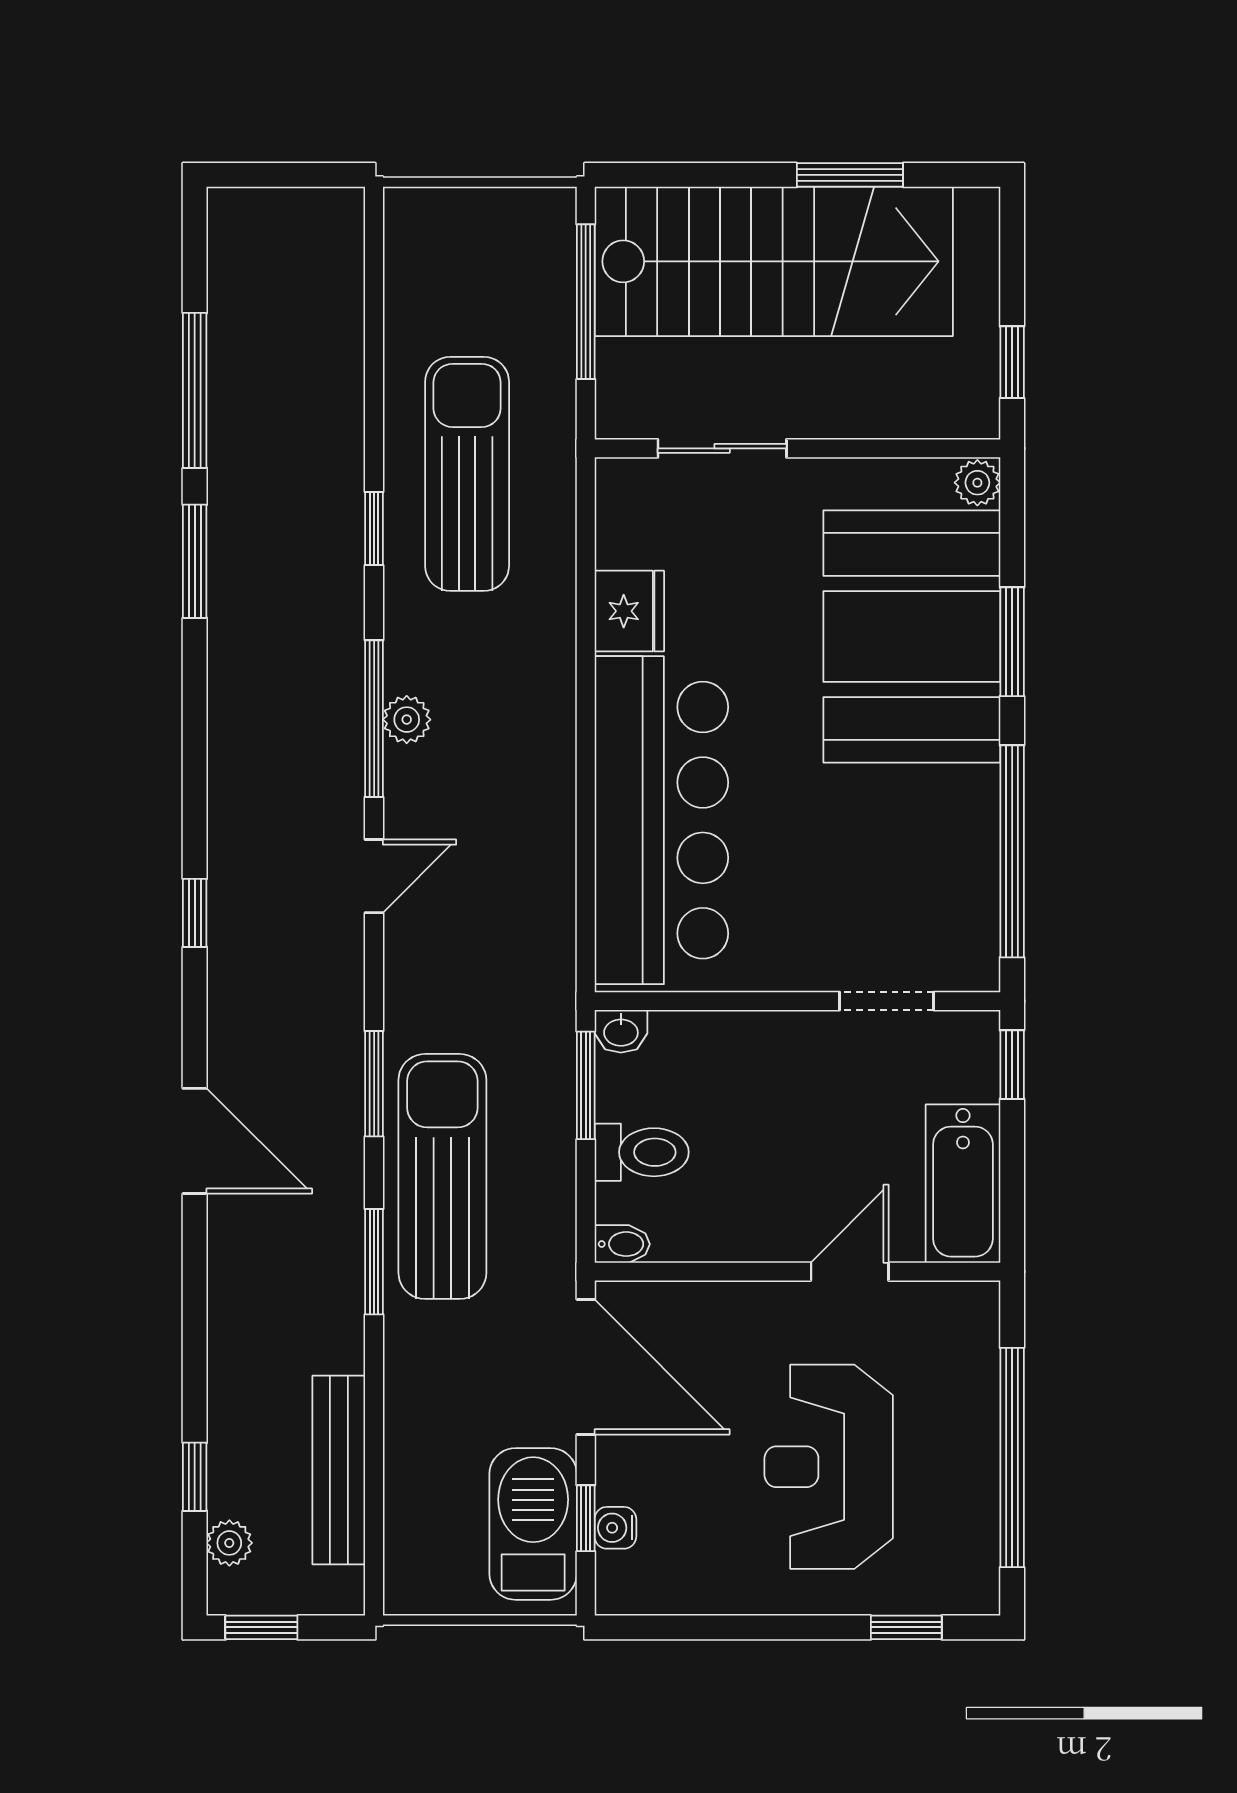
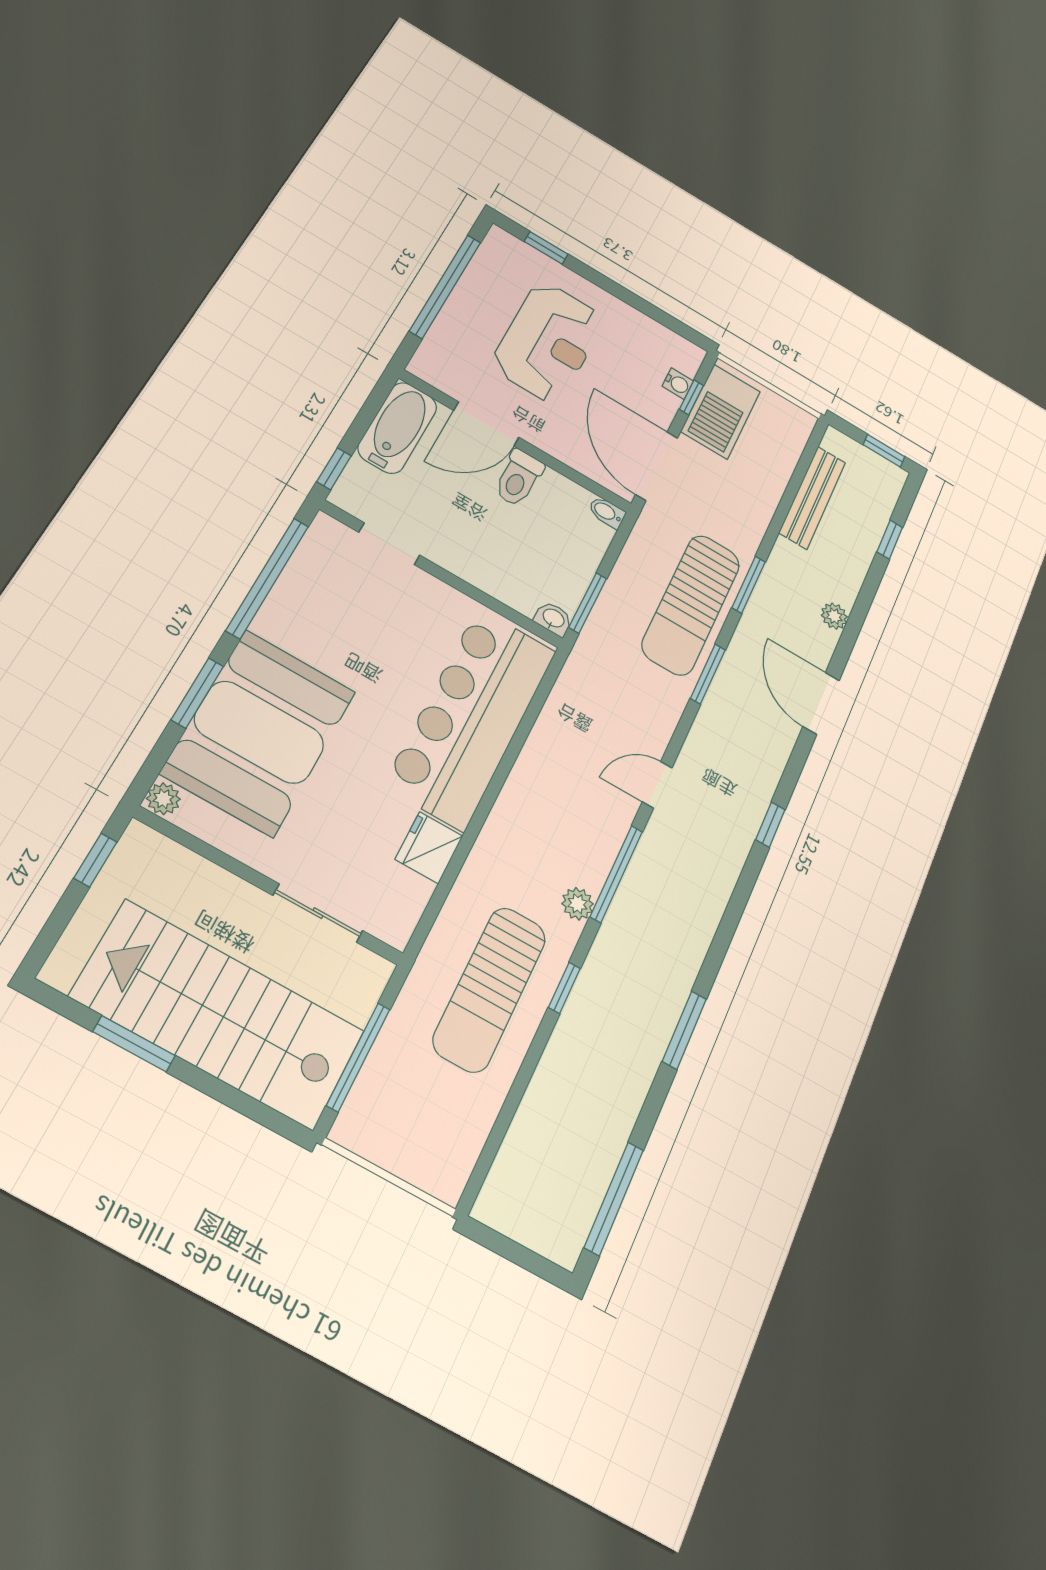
window: (195, 390) -> (614, 1198), moved
plant: (407, 720) -> (578, 904), moved
toilet: (642, 1152) -> (519, 478), moved, turned -90
door: (850, 1272) -> (486, 424), width x1.38
plant: (229, 1543) -> (834, 616), moved

